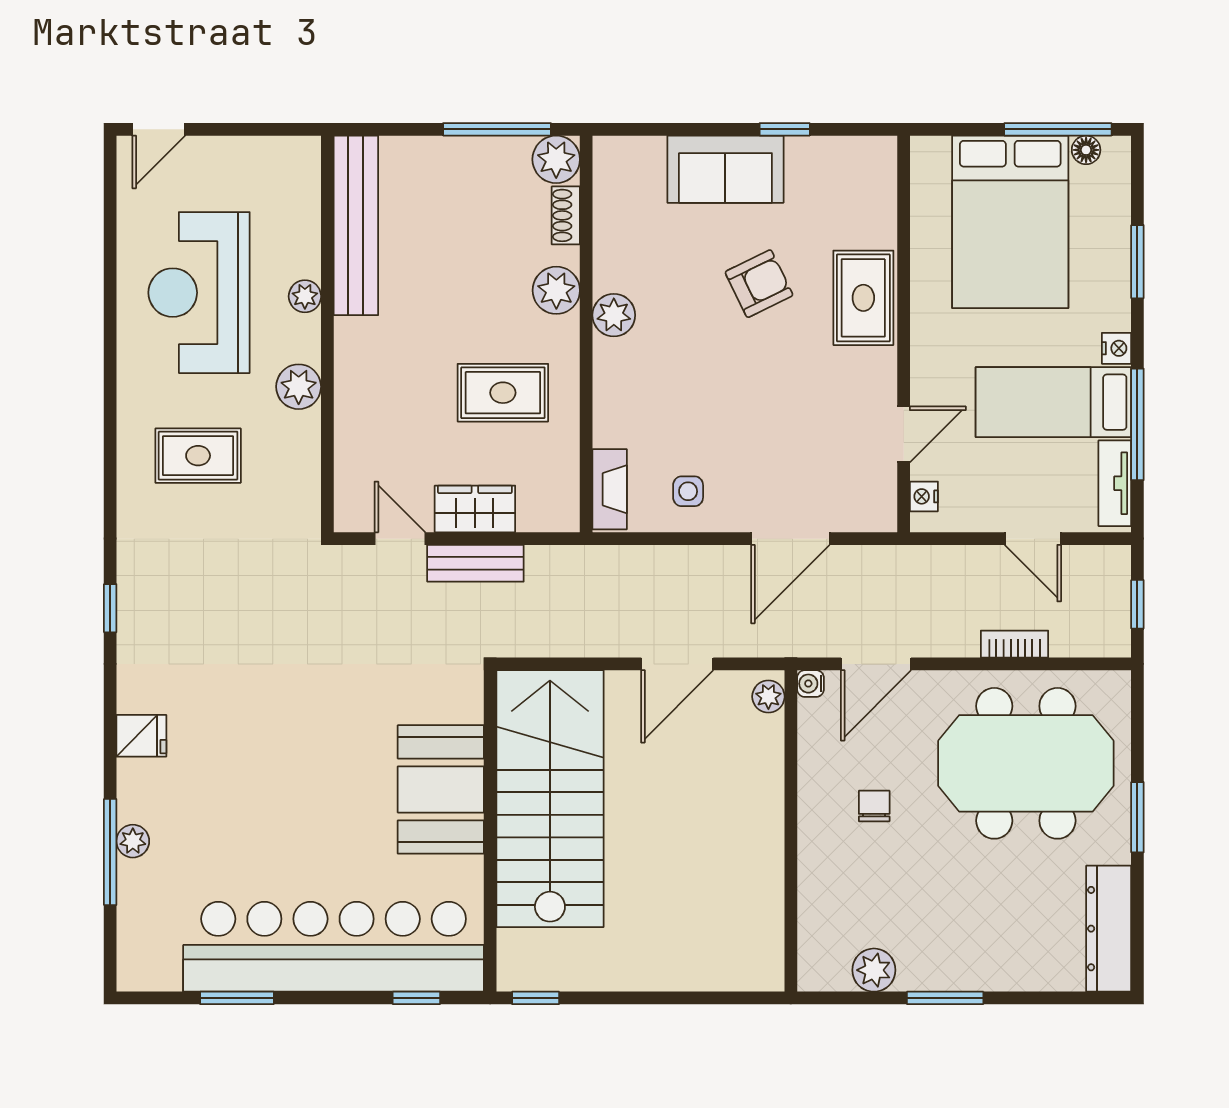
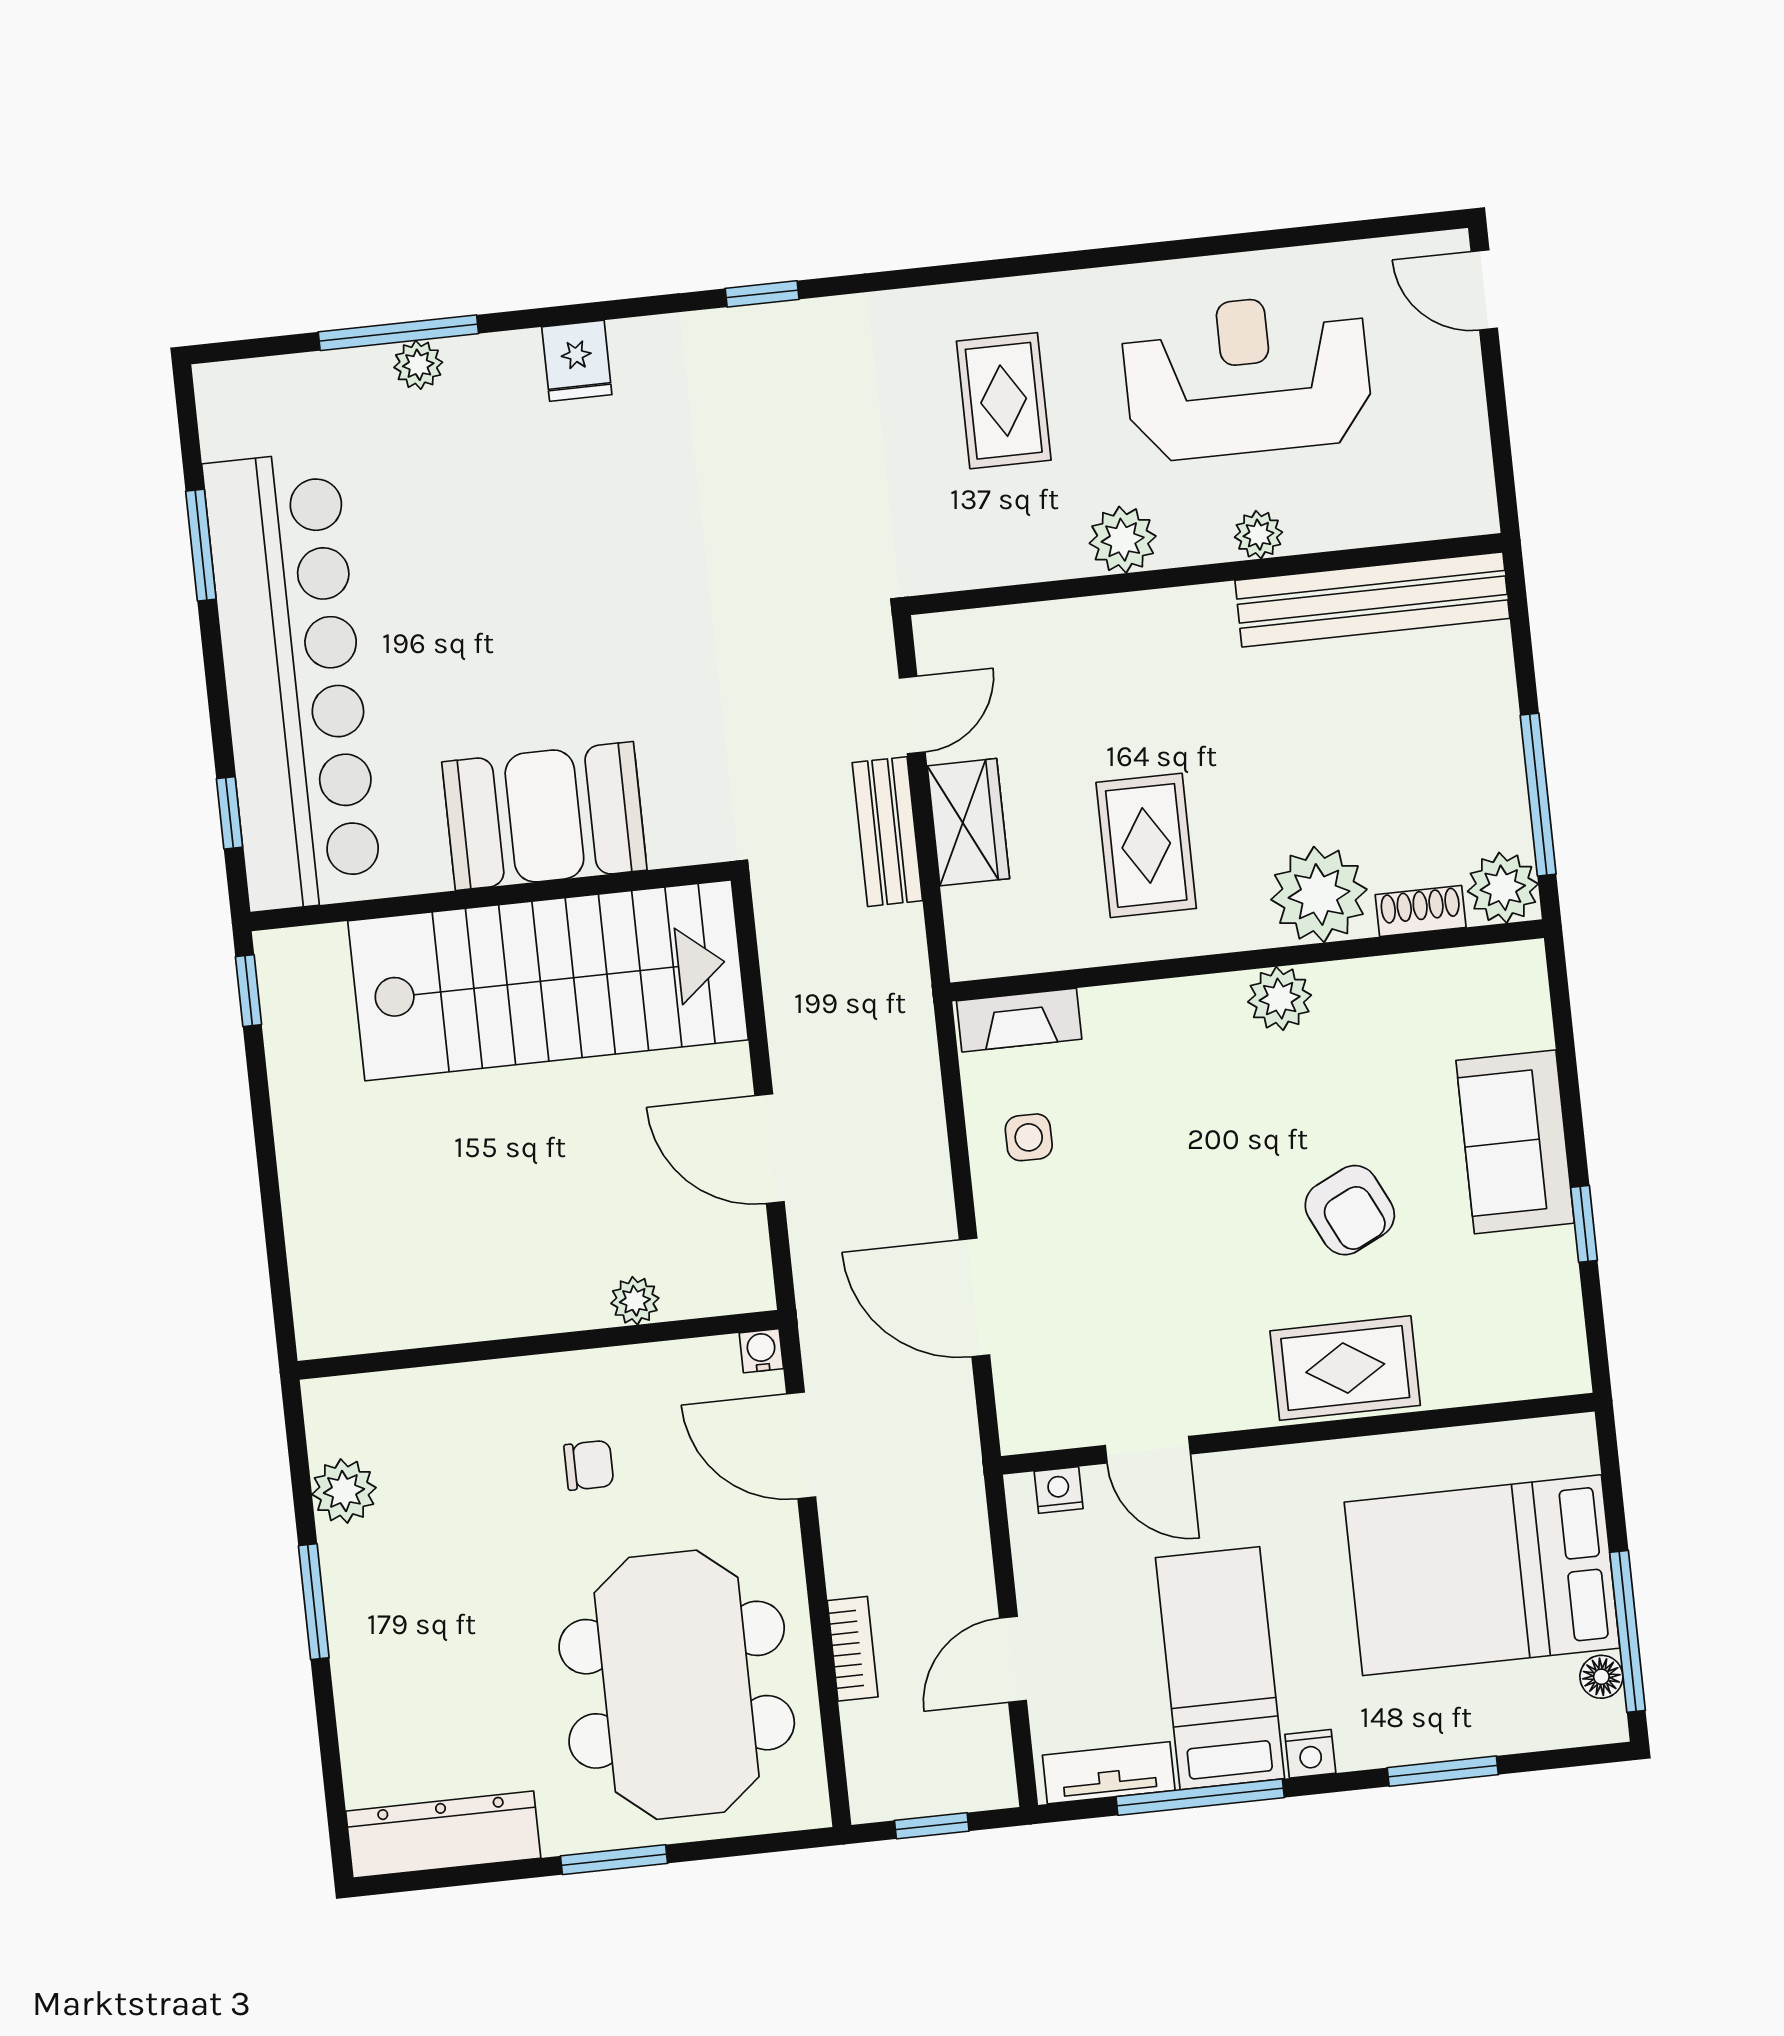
plant: (556, 290) -> (1319, 895), width x1.36, depth x1.36
plant: (768, 697) -> (635, 1301), moved

